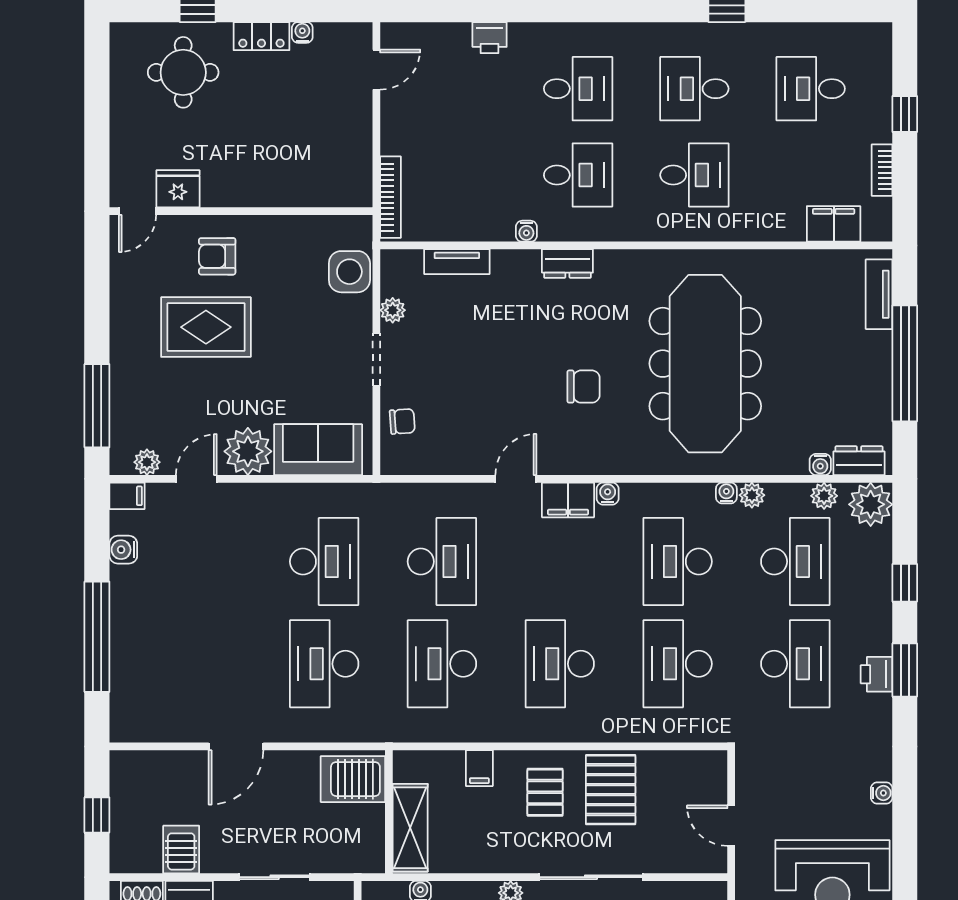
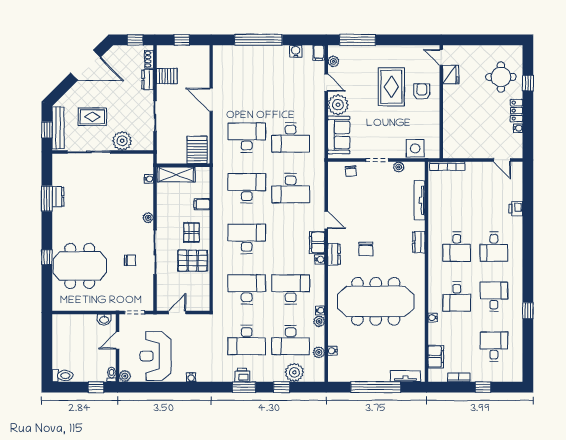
water cooler: (526, 231) -> (433, 318), moved
tv unit: (457, 262) -> (420, 200), width x1.41
dresser: (859, 461) -> (334, 254), moved
plant: (871, 504) -> (294, 372), moved
pallet: (545, 792) -> (191, 232), turned 90

